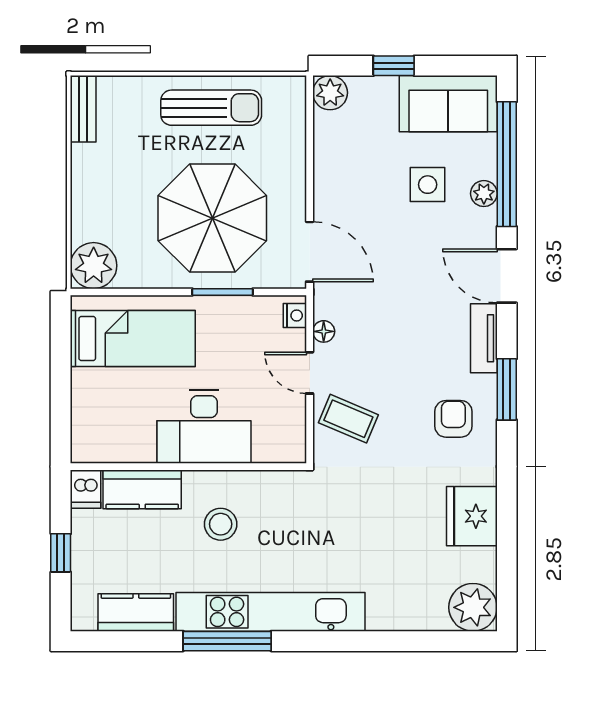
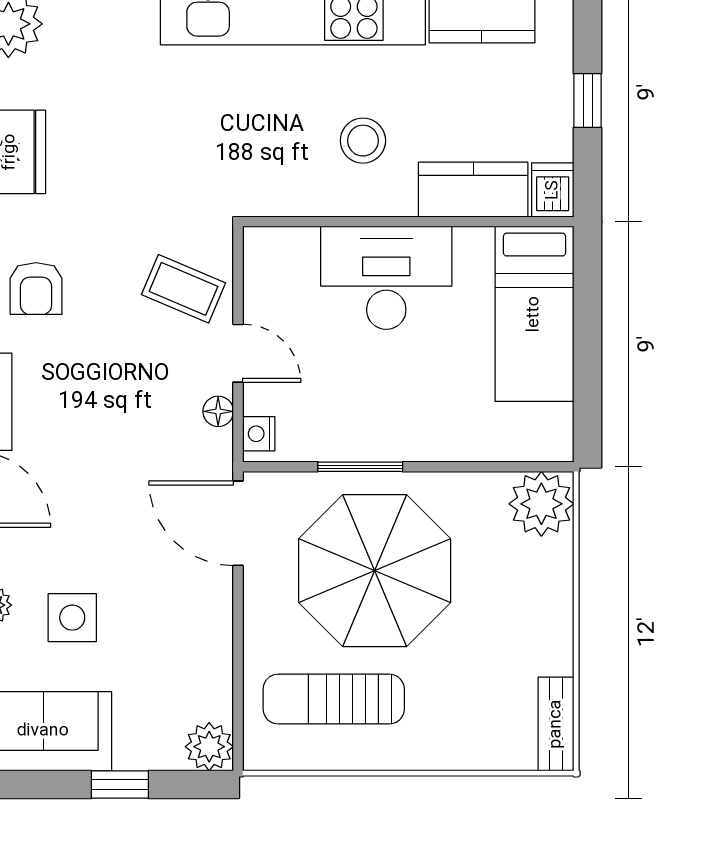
sun lounger: (211, 108) -> (334, 699), moved
bed: (133, 338) -> (534, 314), moved, turned -90

